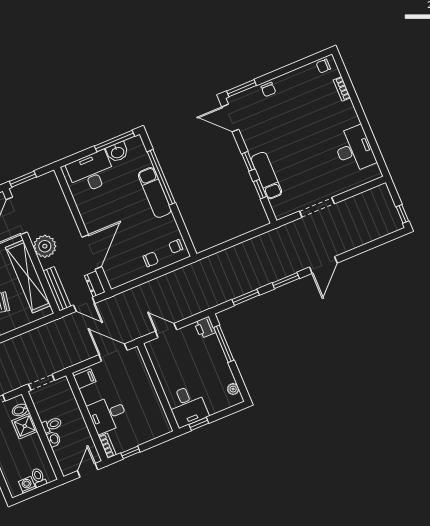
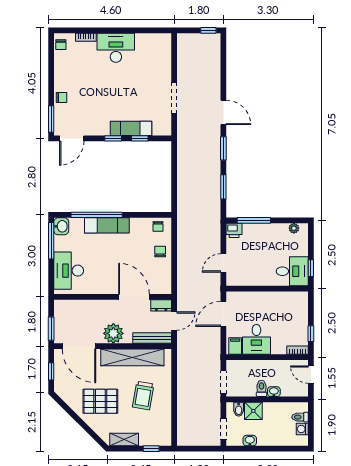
desk: (354, 149) -> (116, 48), moved
washbasin: (117, 152) -> (61, 226), moved
desk: (107, 414) -> (256, 339), moved

